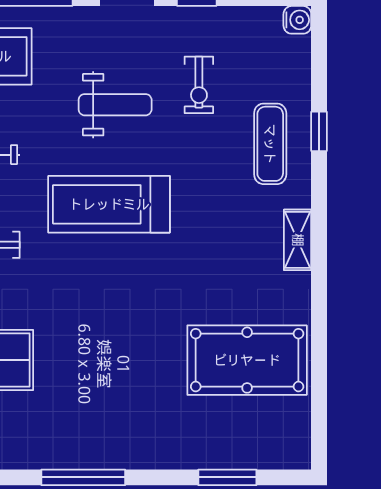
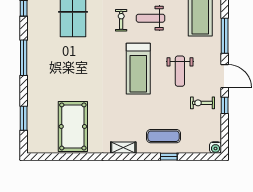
exercise bike: (199, 85) -> (203, 103), moved
treadmill: (109, 204) -> (138, 69), turned 180

